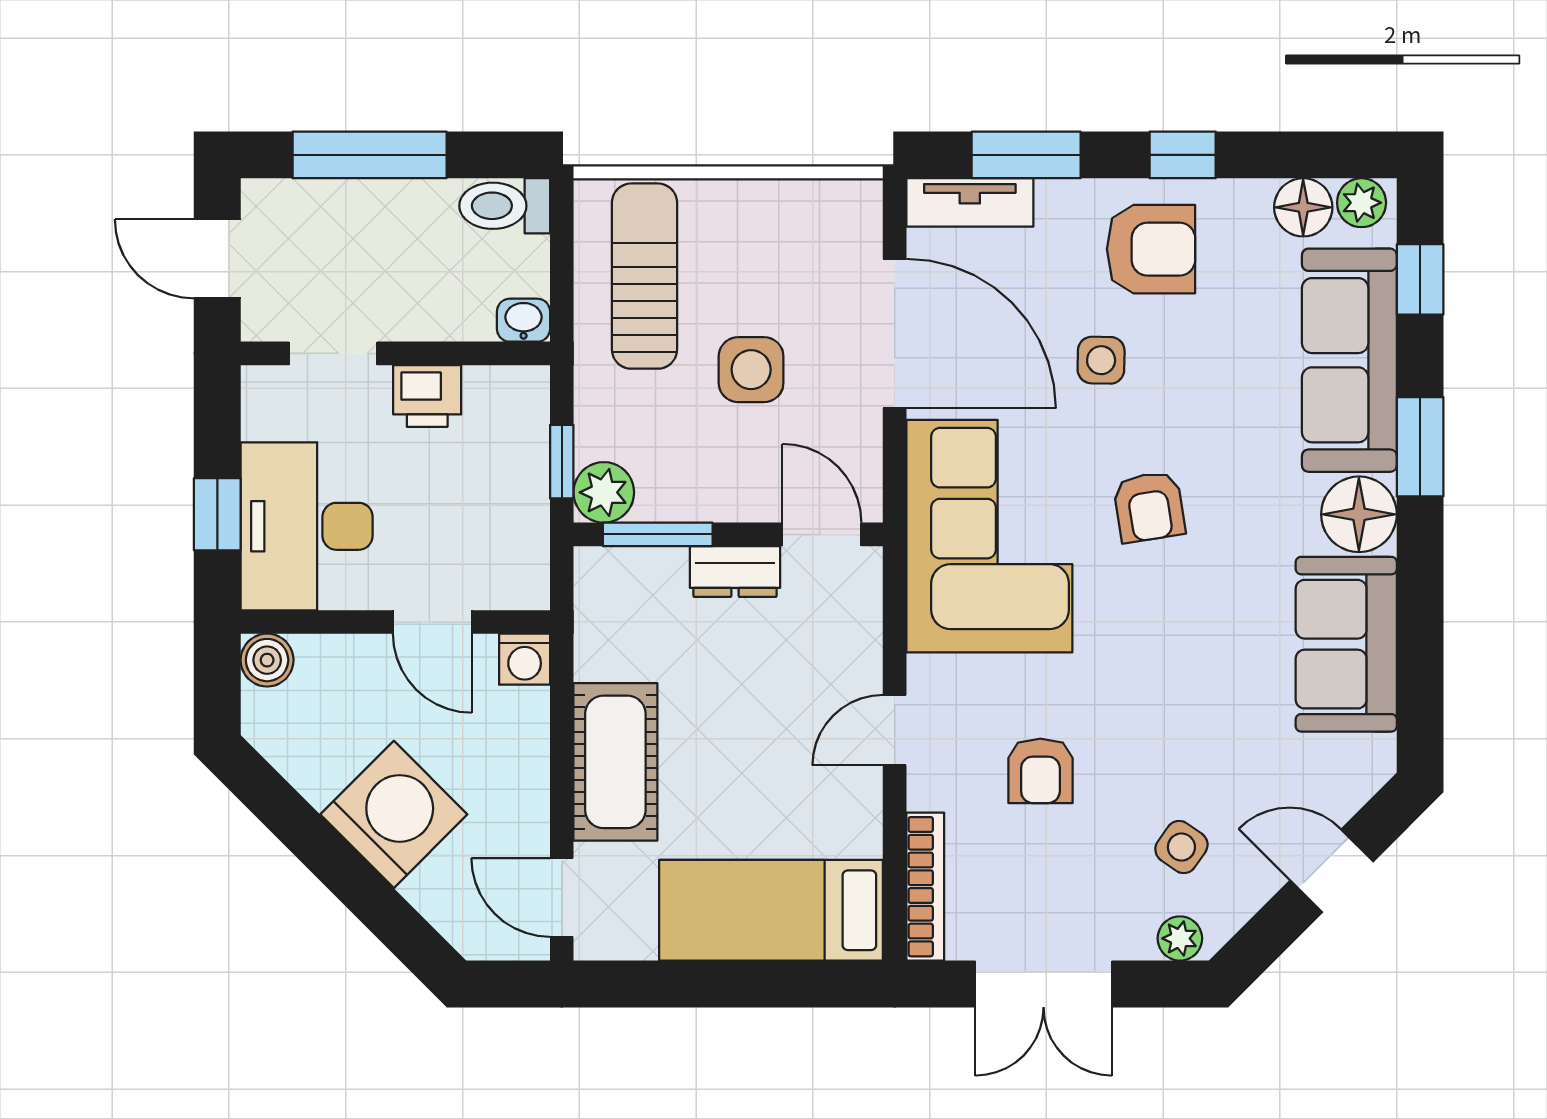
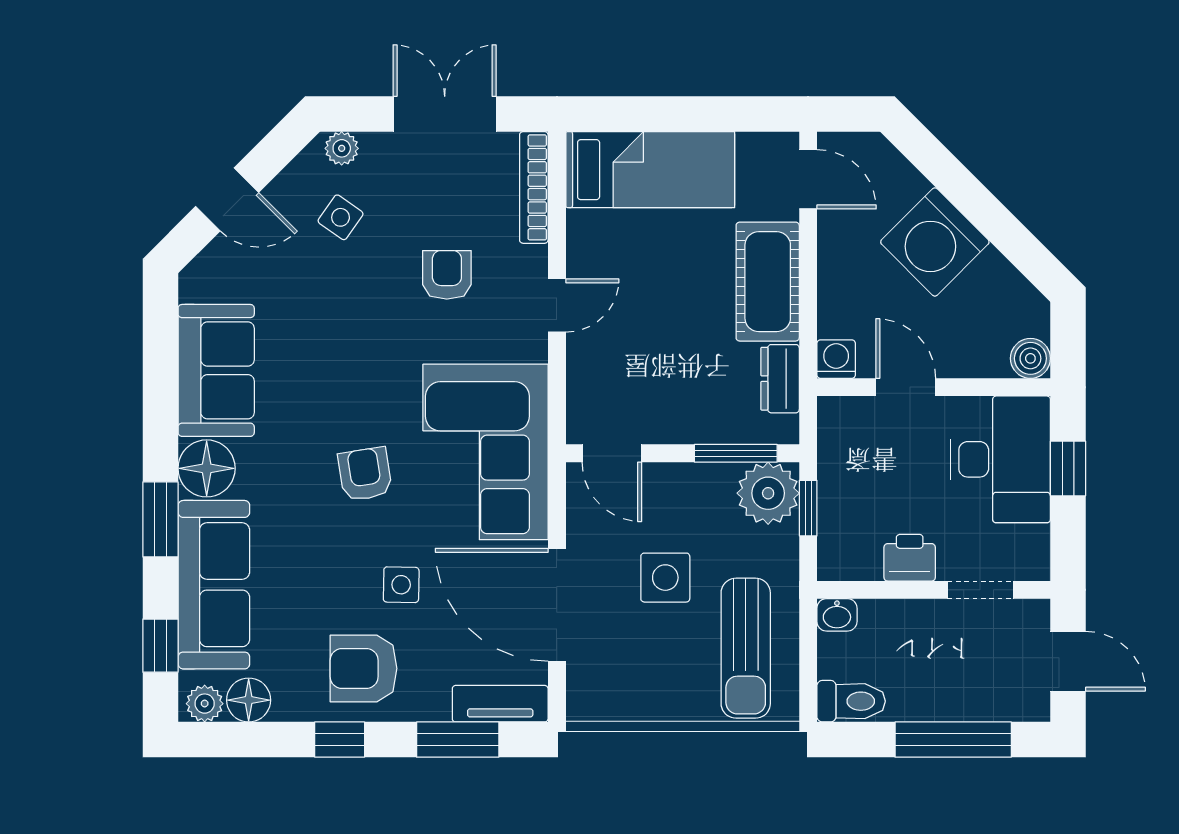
plant: (604, 492) -> (768, 493), width x1.36, depth x1.36
dresser: (735, 572) -> (780, 379), moved, turned -90

